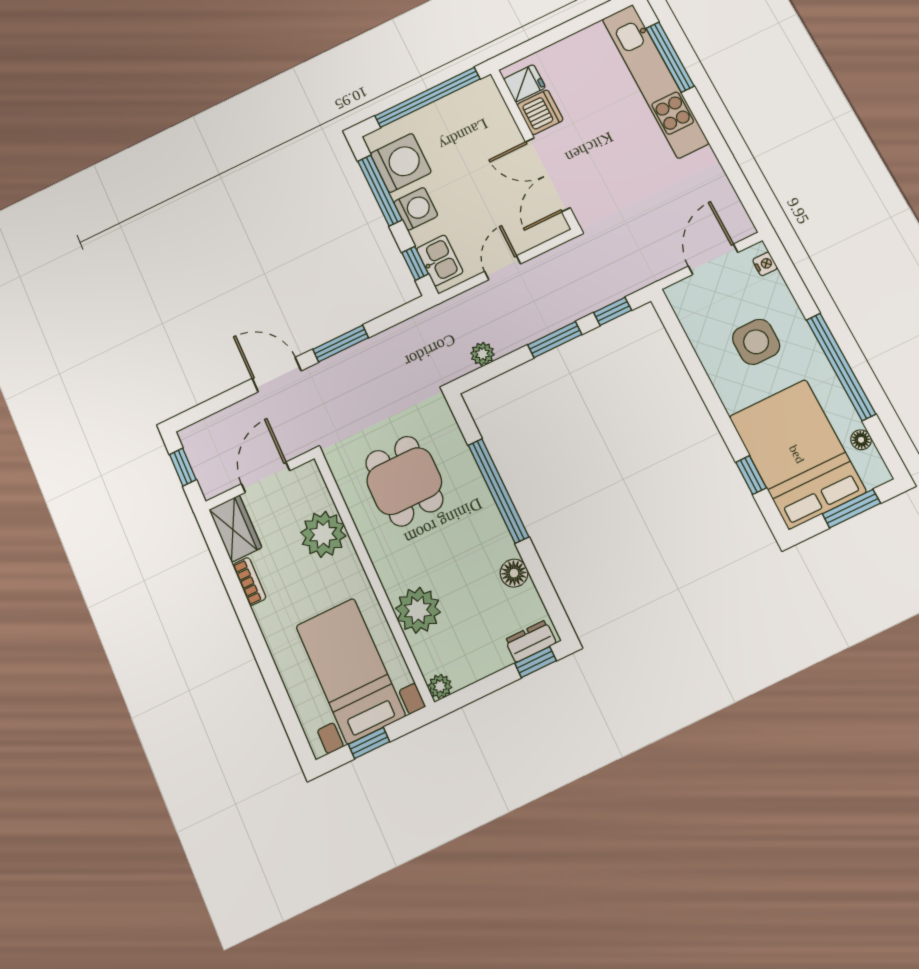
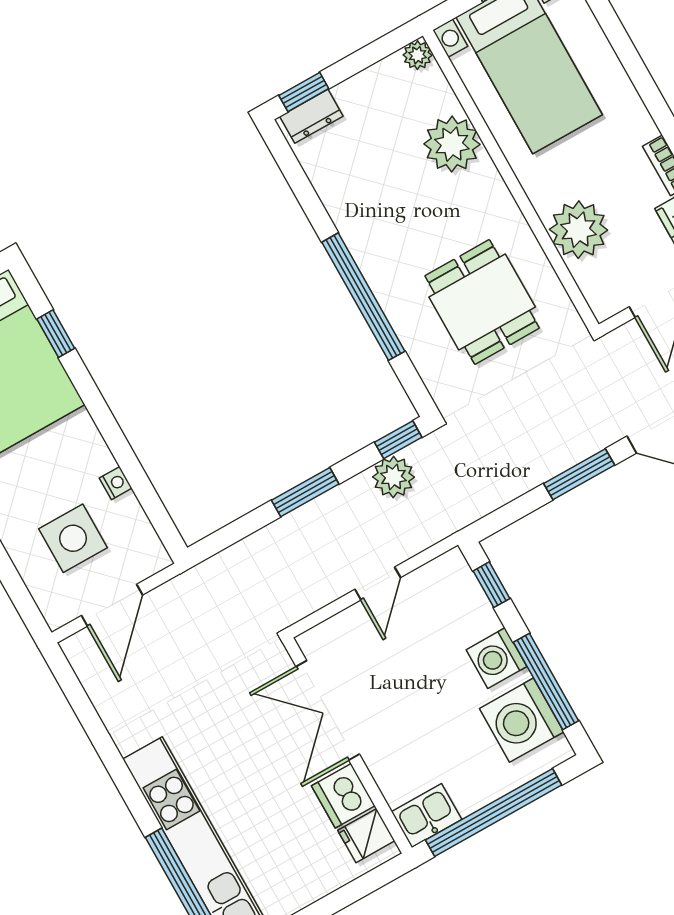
double door: (548, 175) -> (328, 710), swing flipped
kitchen sink: (440, 260) -> (427, 816), moved, turned 90
nightstand: (765, 264) -> (116, 483), moved, turned 180
window: (613, 311) -> (398, 440), moved
side table: (756, 342) -> (73, 538), moved
plant: (482, 354) -> (393, 477), width x1.38, depth x1.38
floor lamp: (514, 573) -> (337, 197), removed

